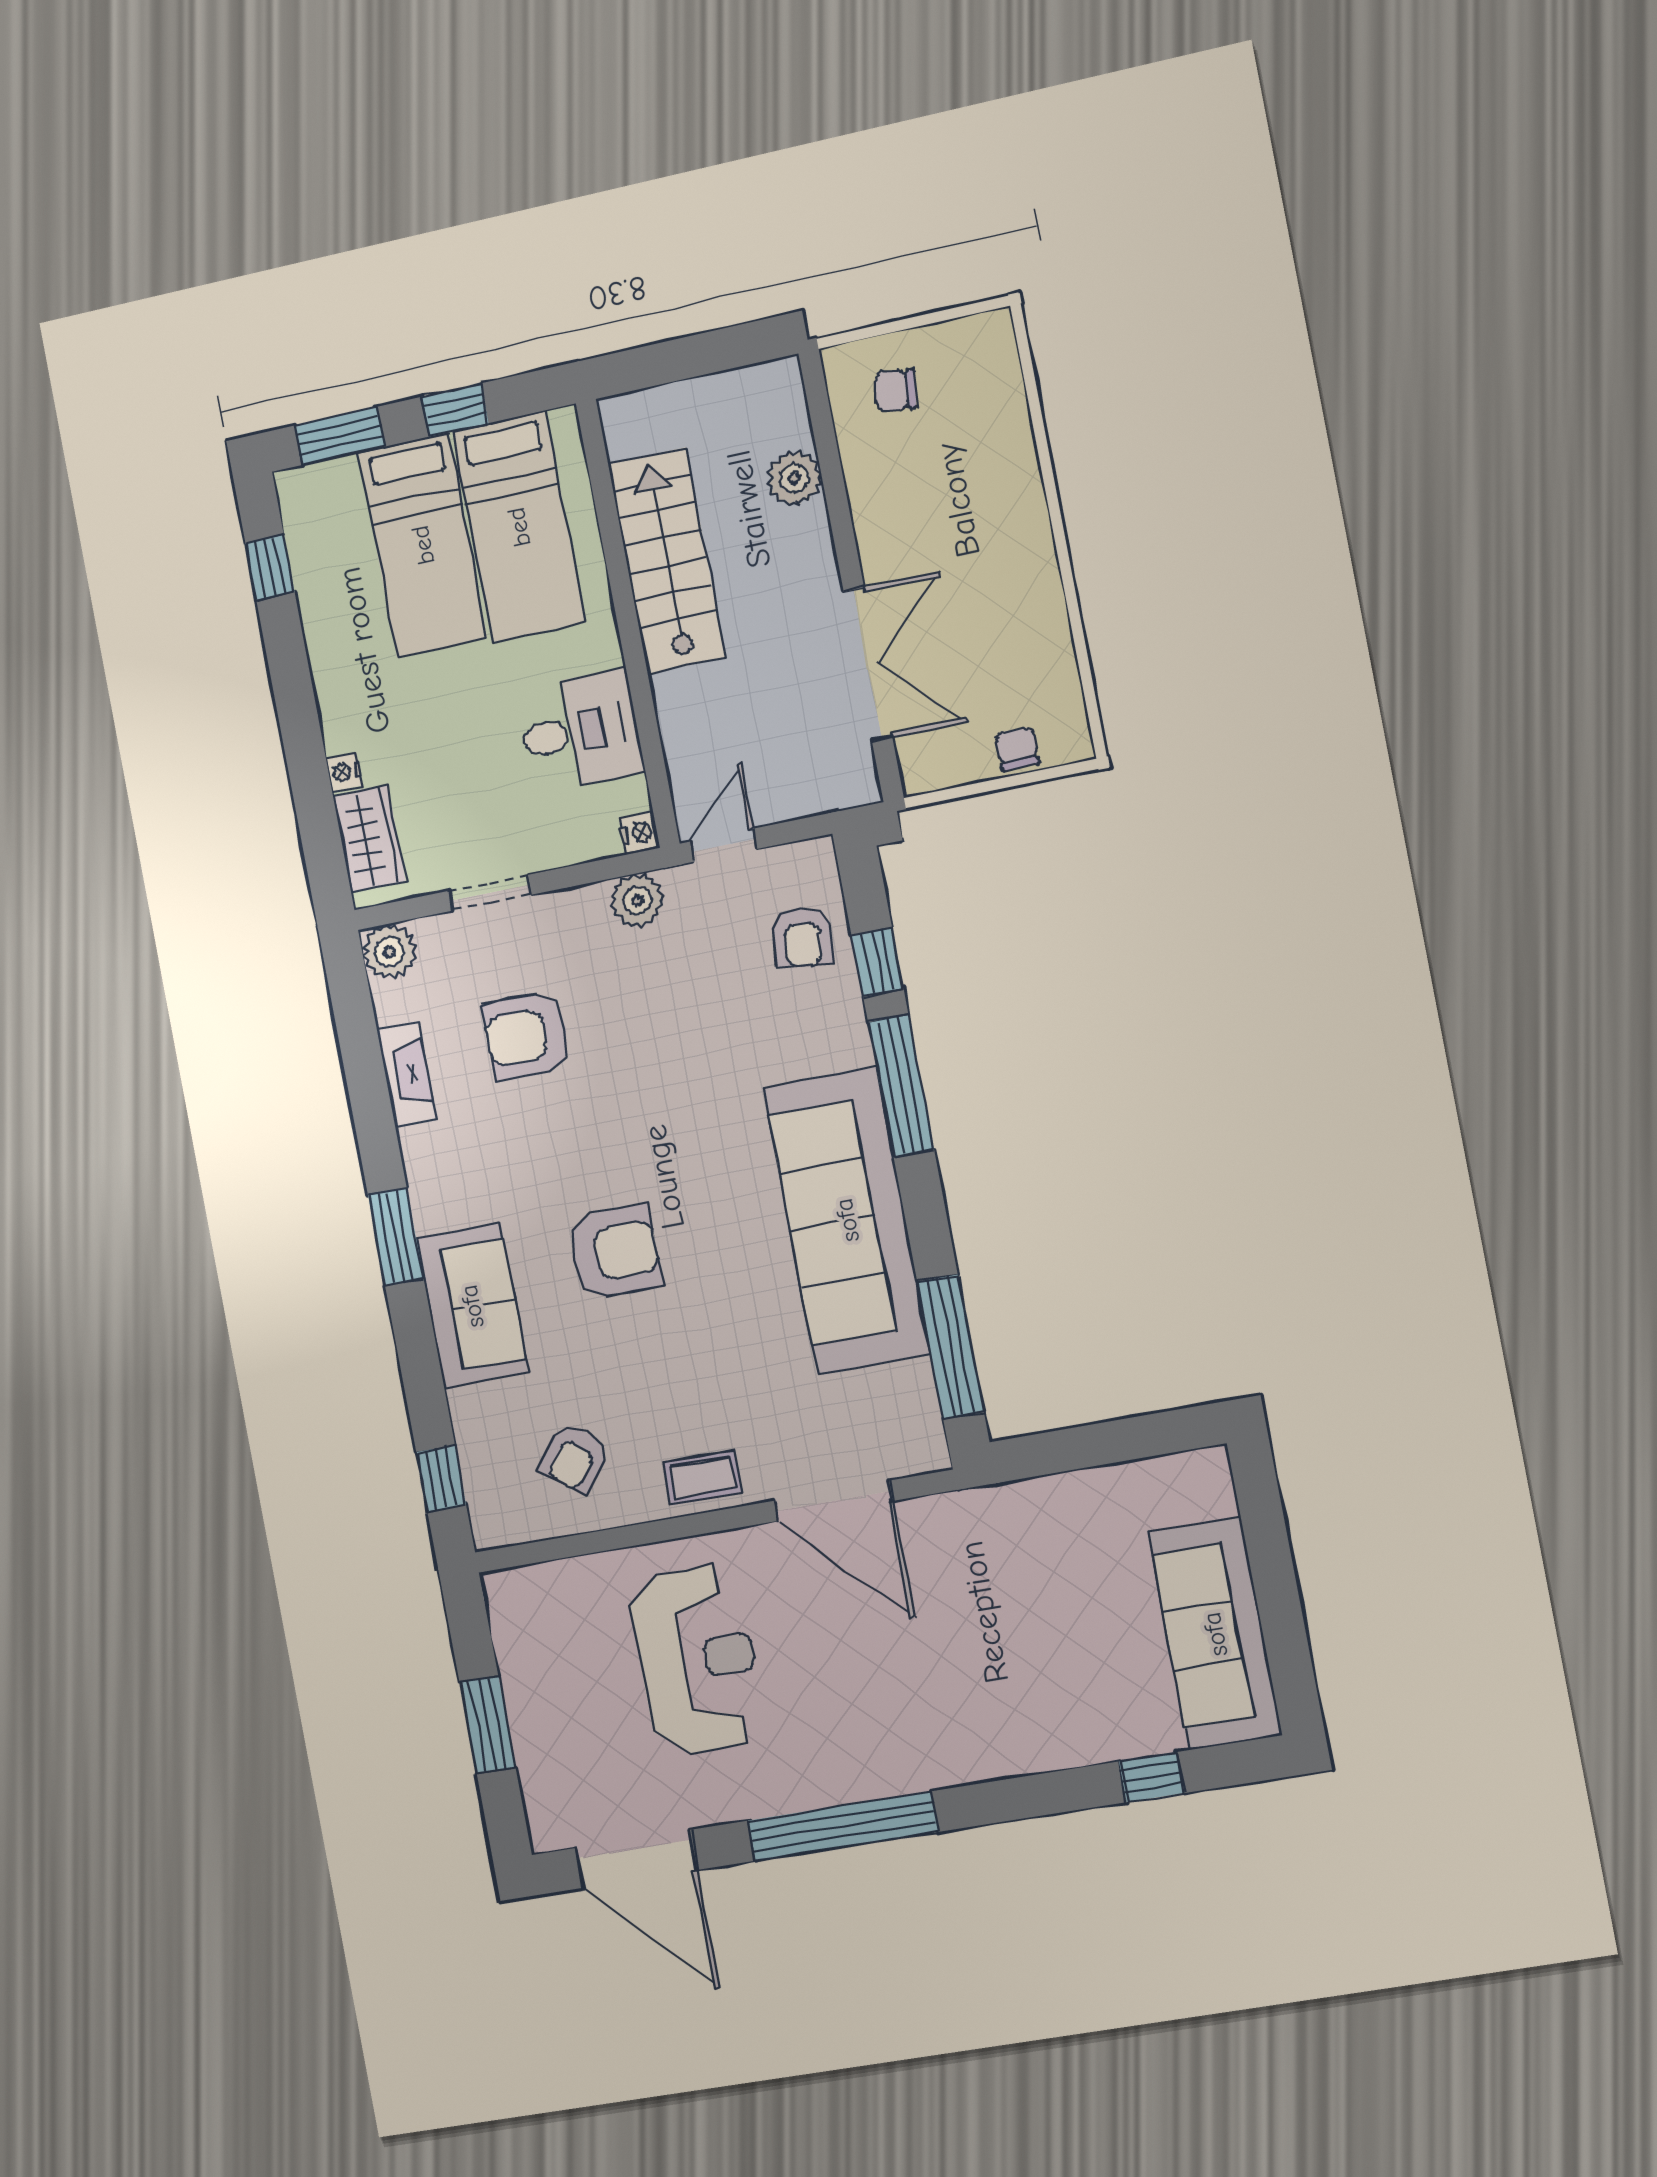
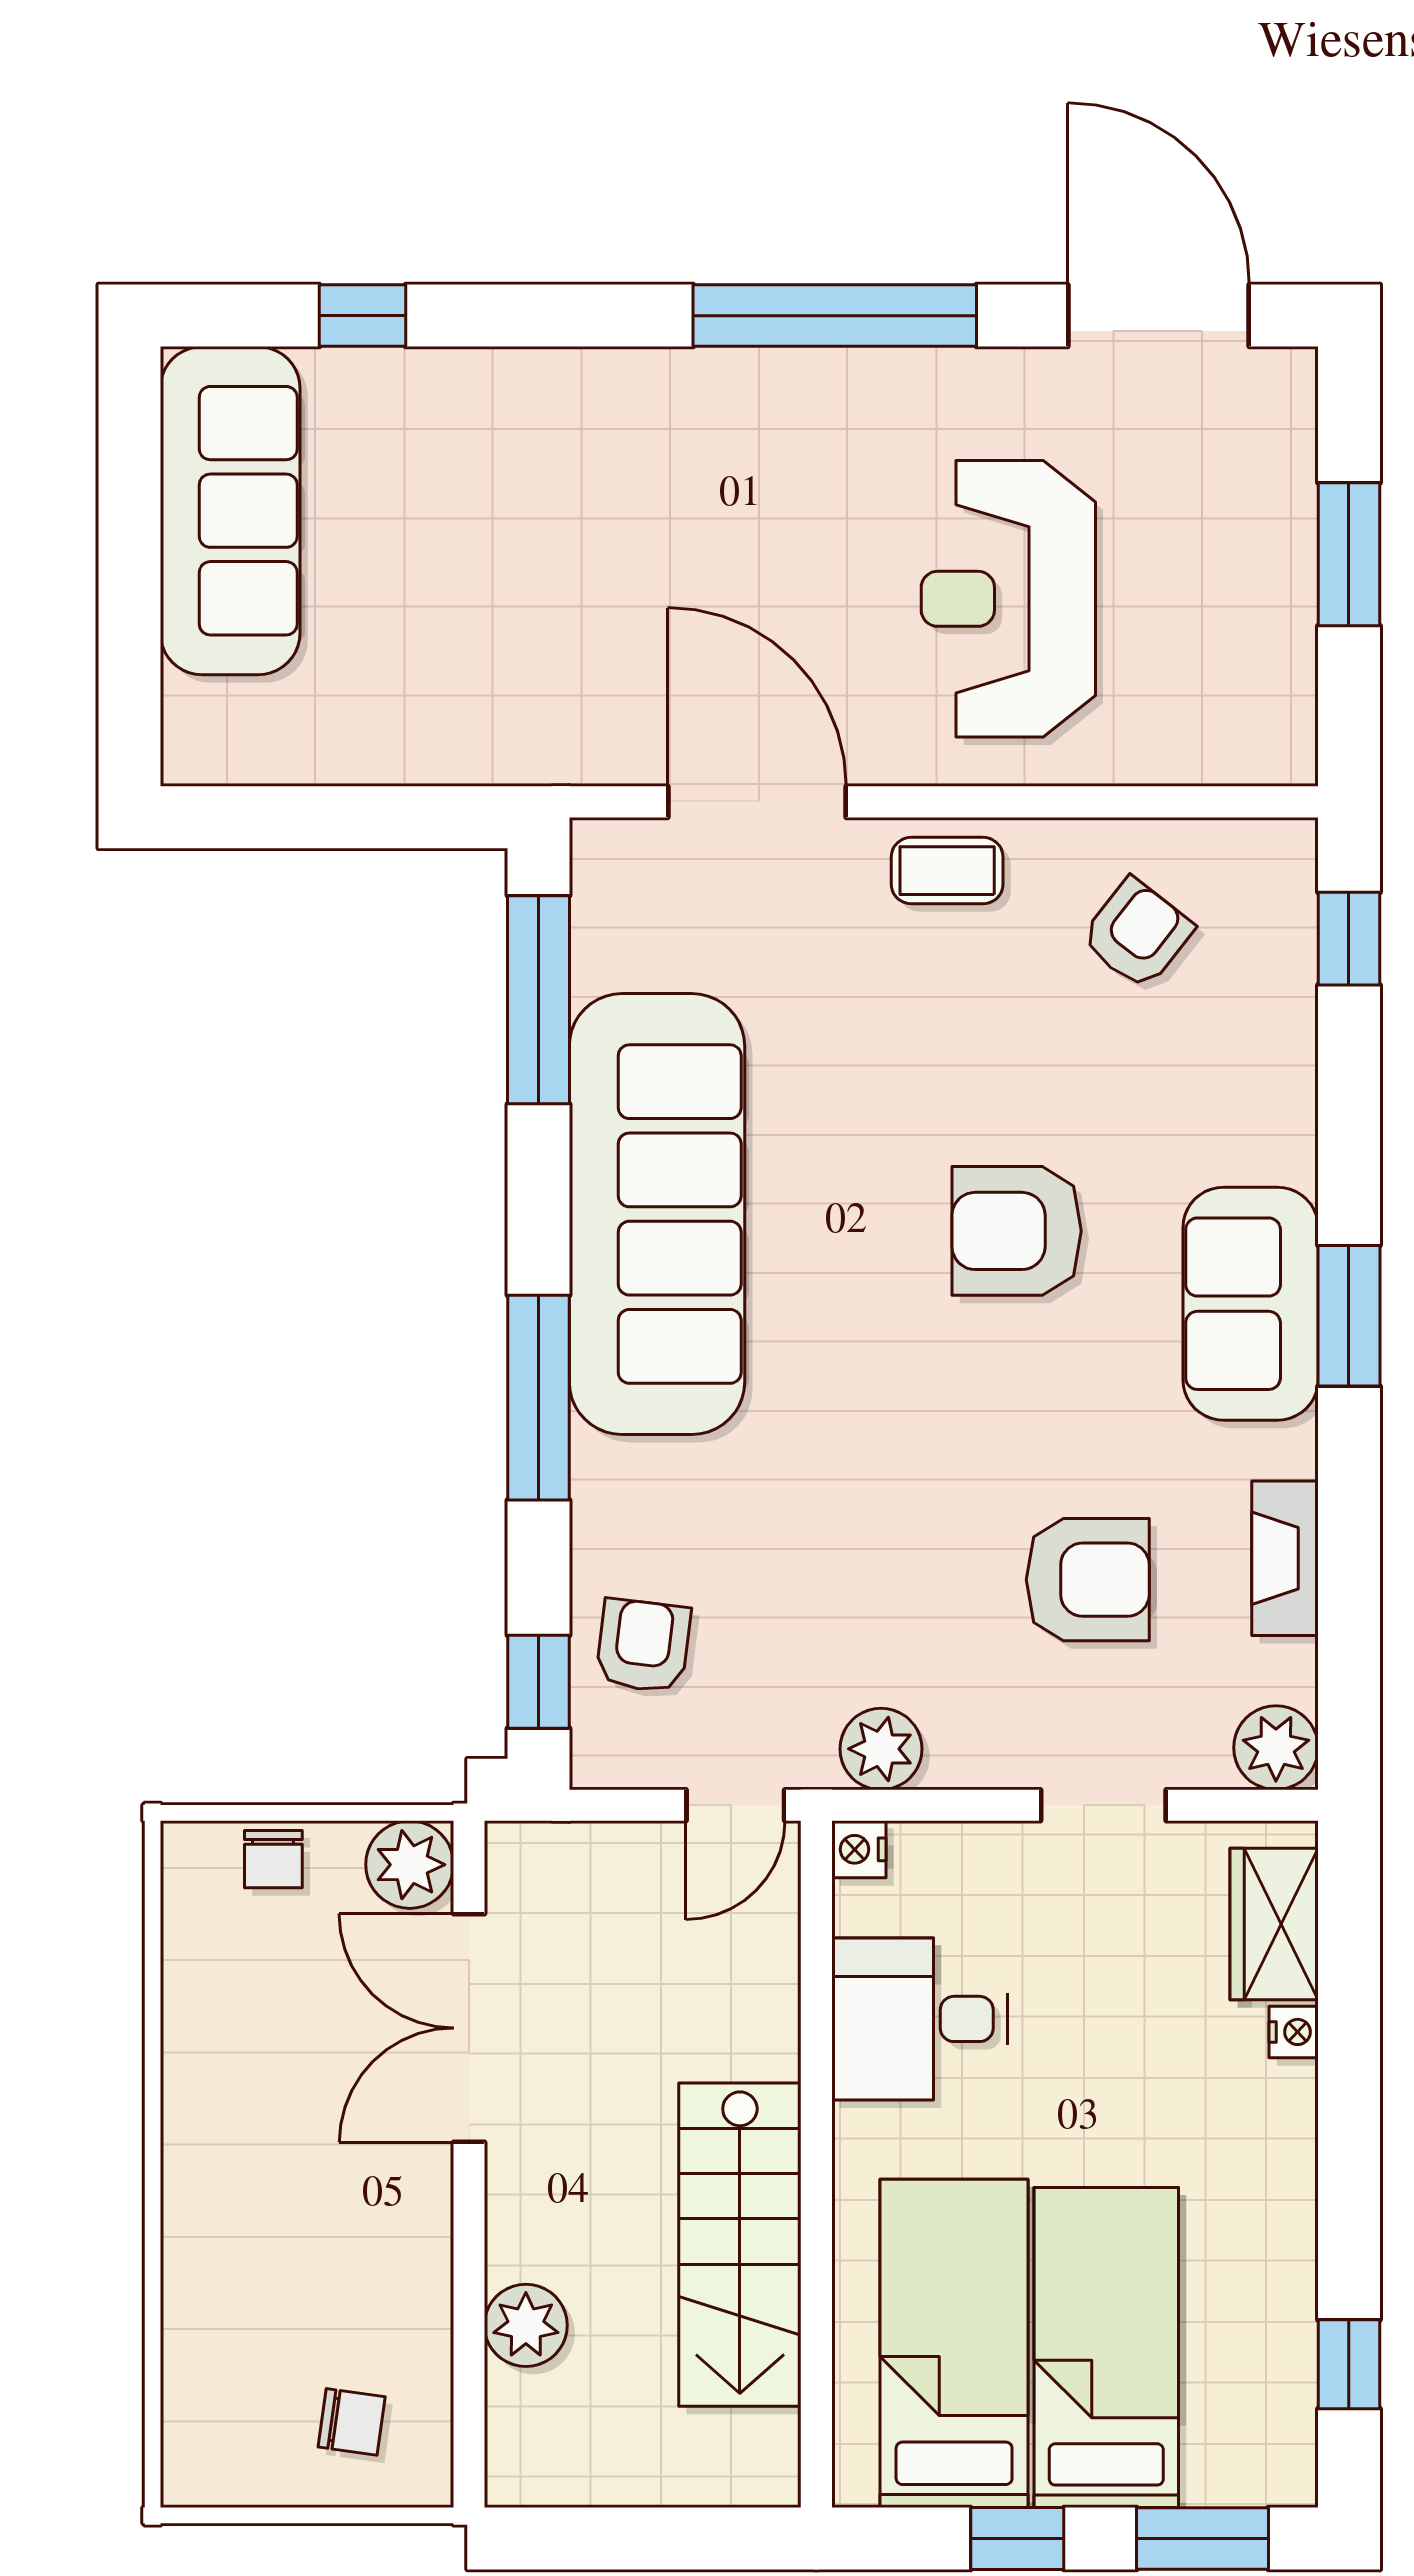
plant: (927, 763) -> (410, 1865), added
window: (877, 962) -> (539, 1682), moved
sofa: (472, 1306) -> (1251, 1304), moved

